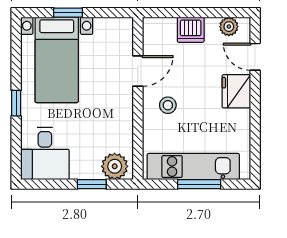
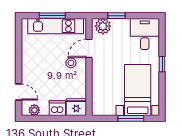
window: (68, 13) -> (131, 118), width x1.50
door: (138, 71) -> (89, 48), moved
fridge: (236, 91) -> (76, 107), moved, turned -90

